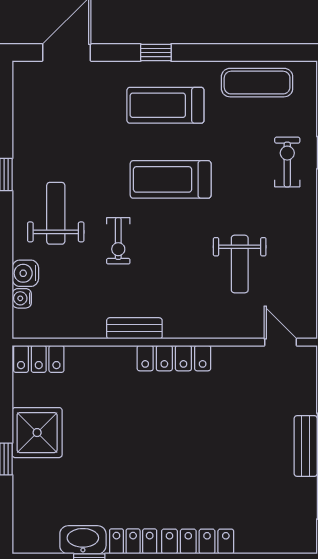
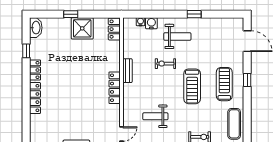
treadmill: (171, 179) -> (192, 86), turned 180
washbasin: (83, 540) -> (36, 28), moved

